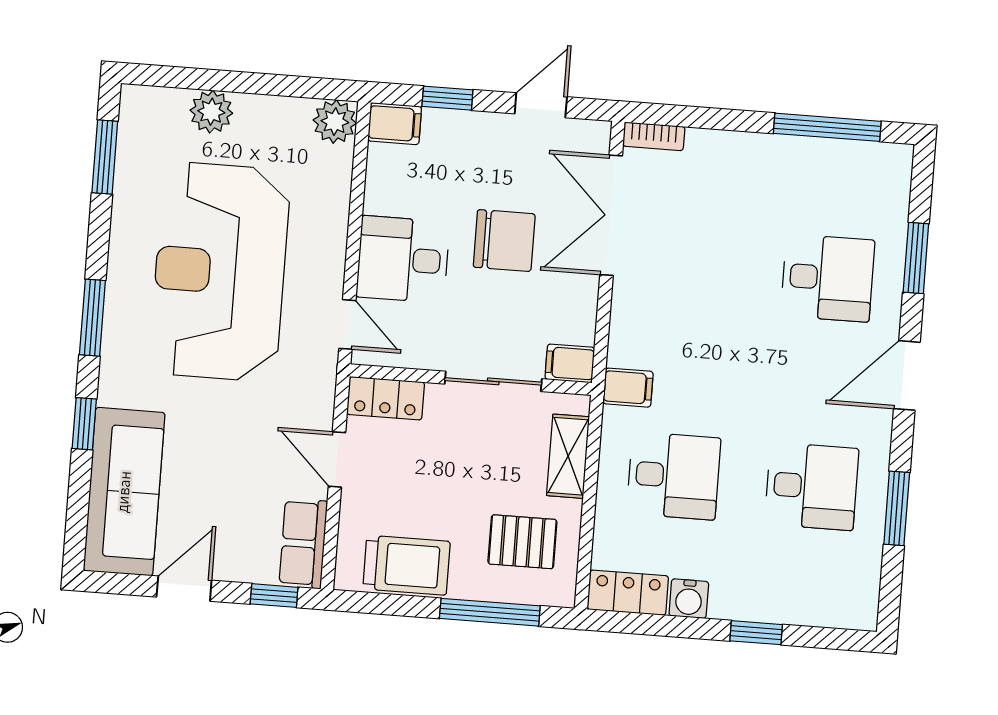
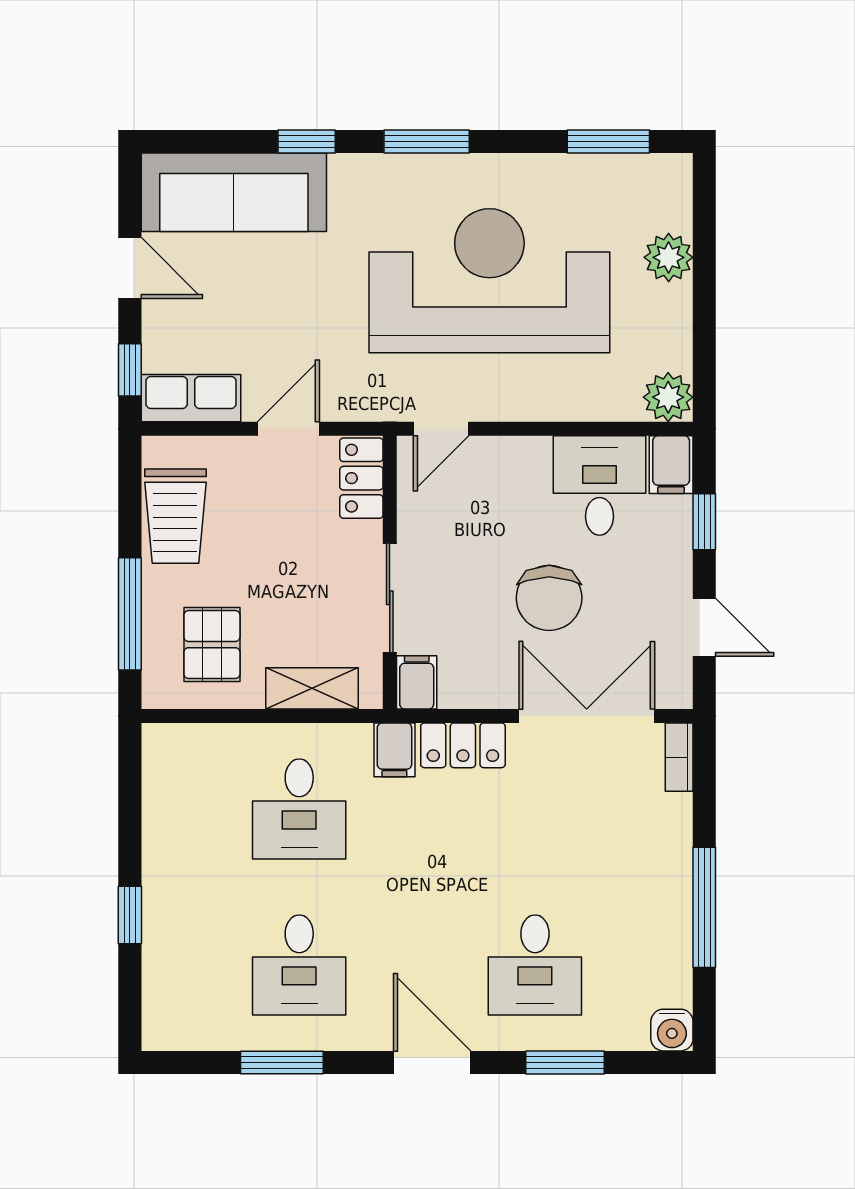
window: (827, 127) -> (704, 907), moved
desk: (403, 259) -> (599, 485), moved
locker: (628, 593) -> (463, 745), moved, turned 90
water cooler: (689, 599) -> (672, 1030), moved, turned -90

